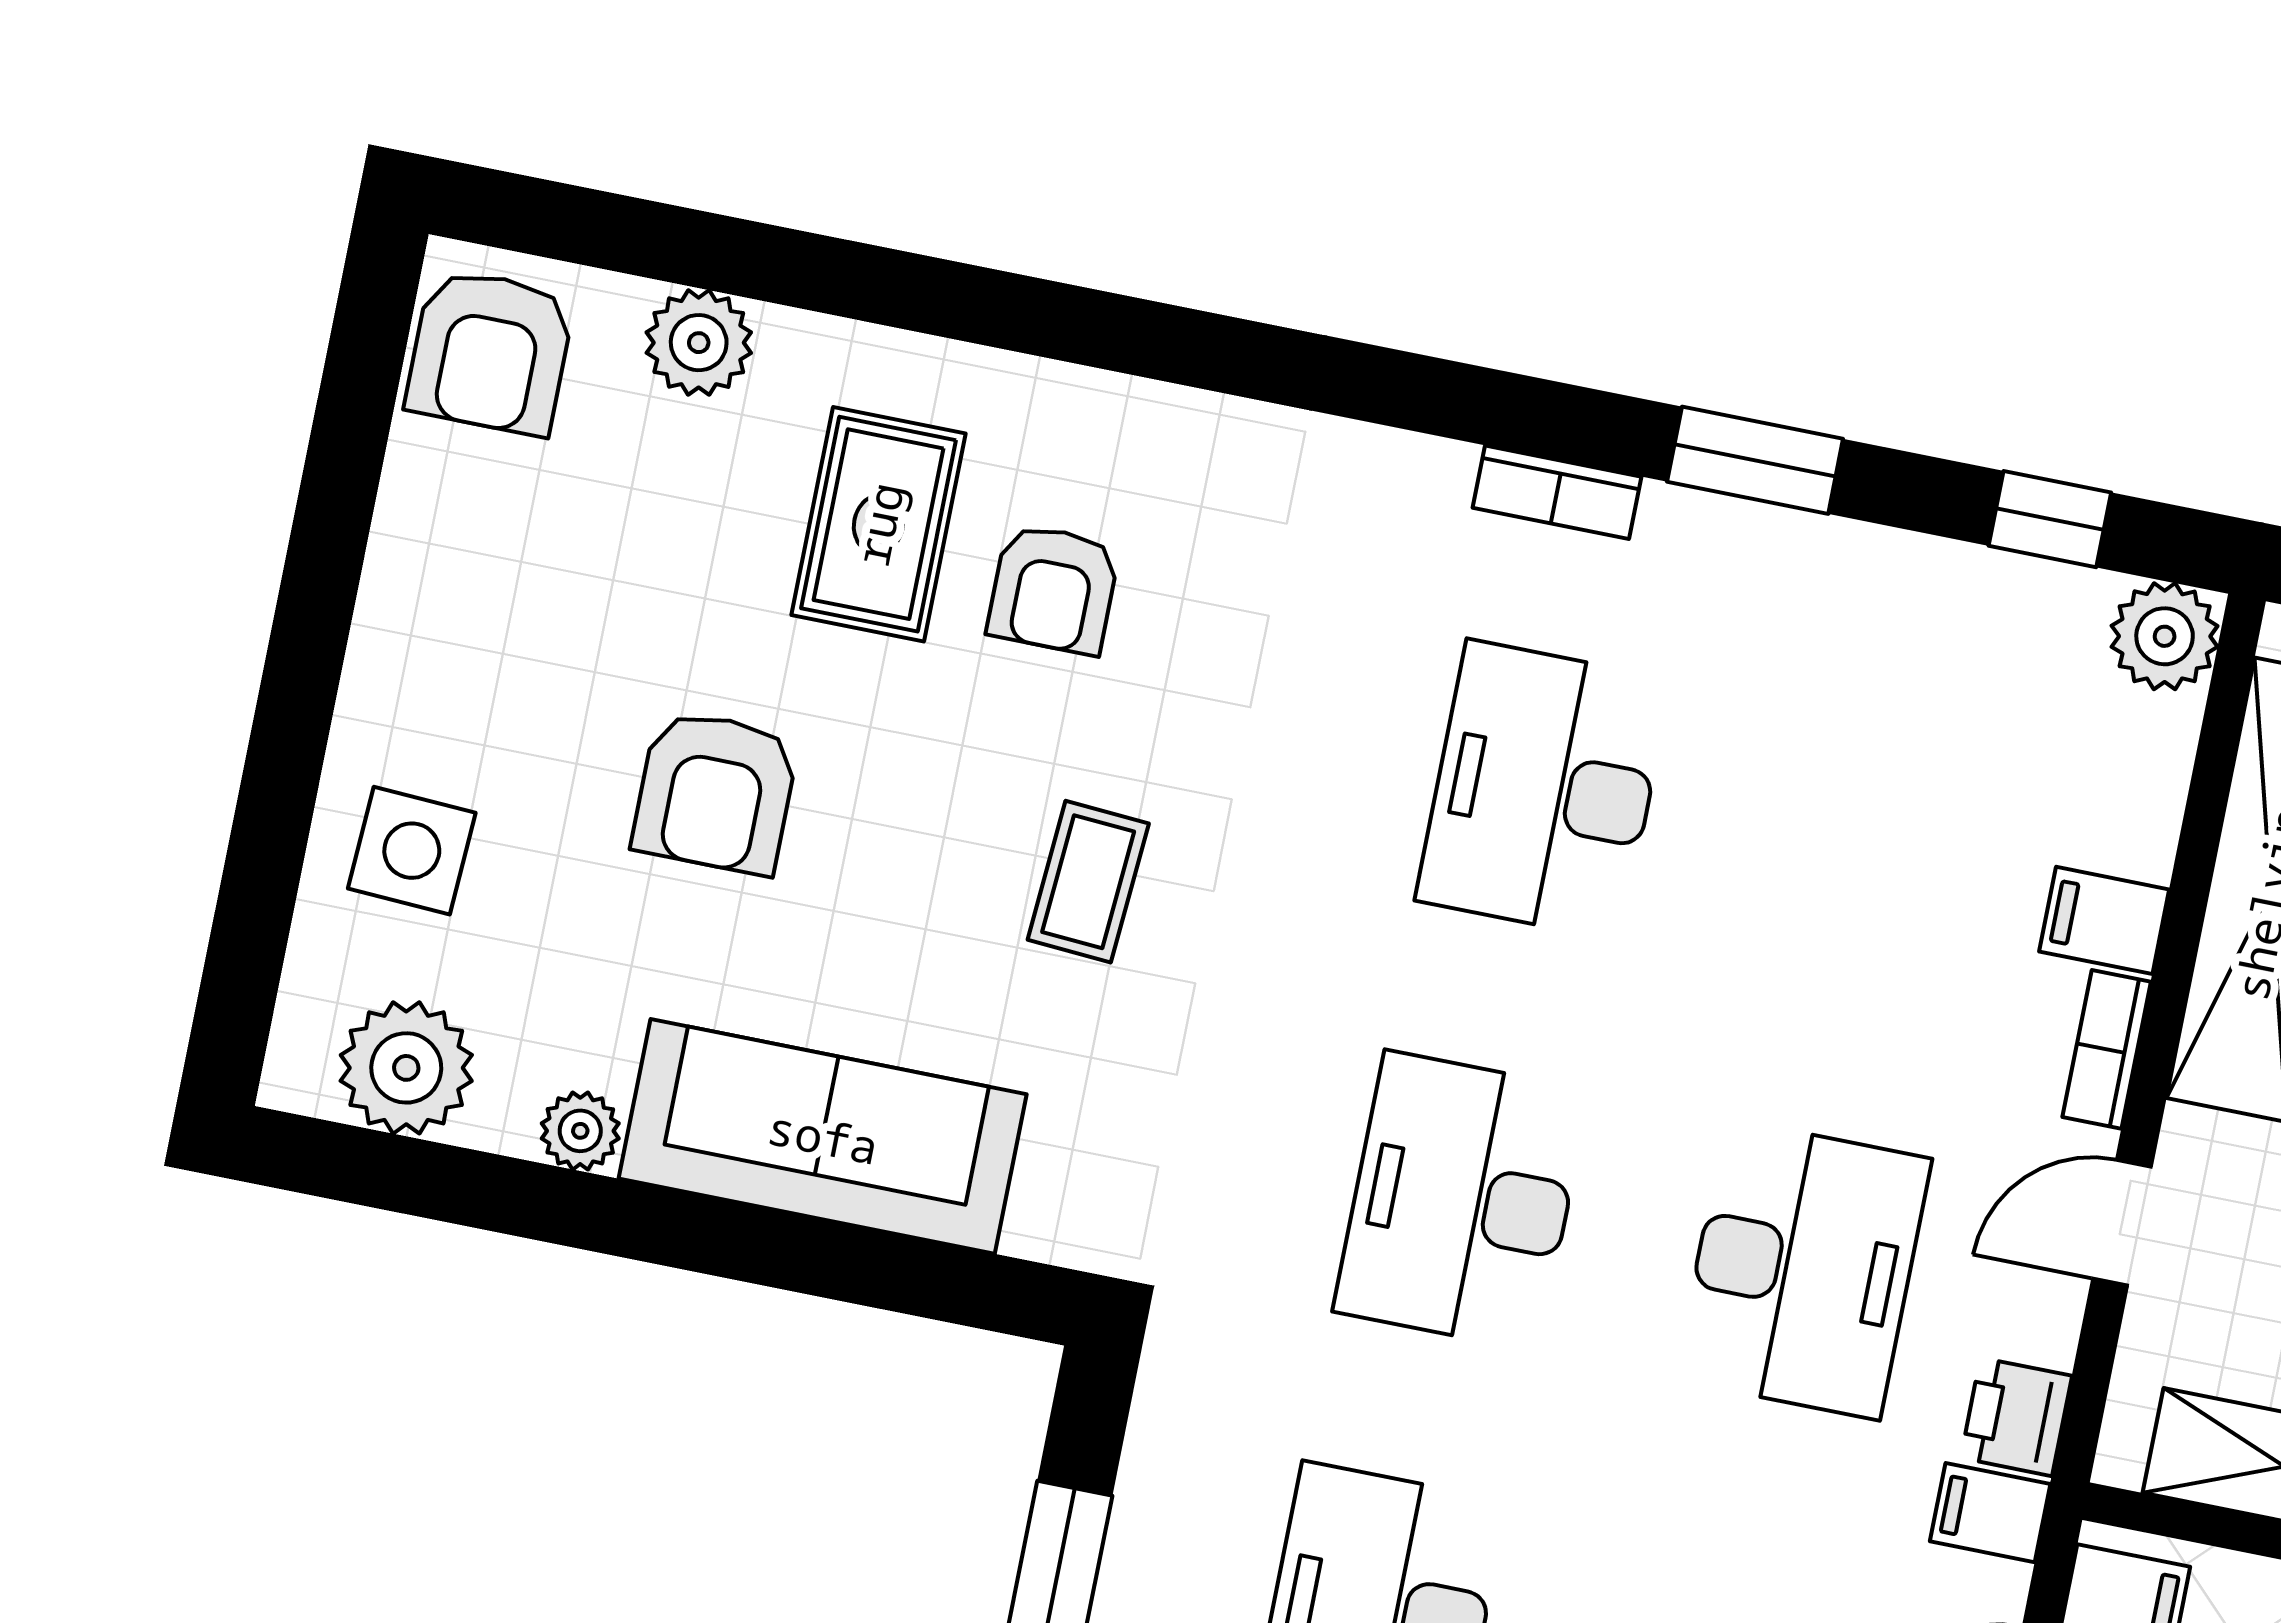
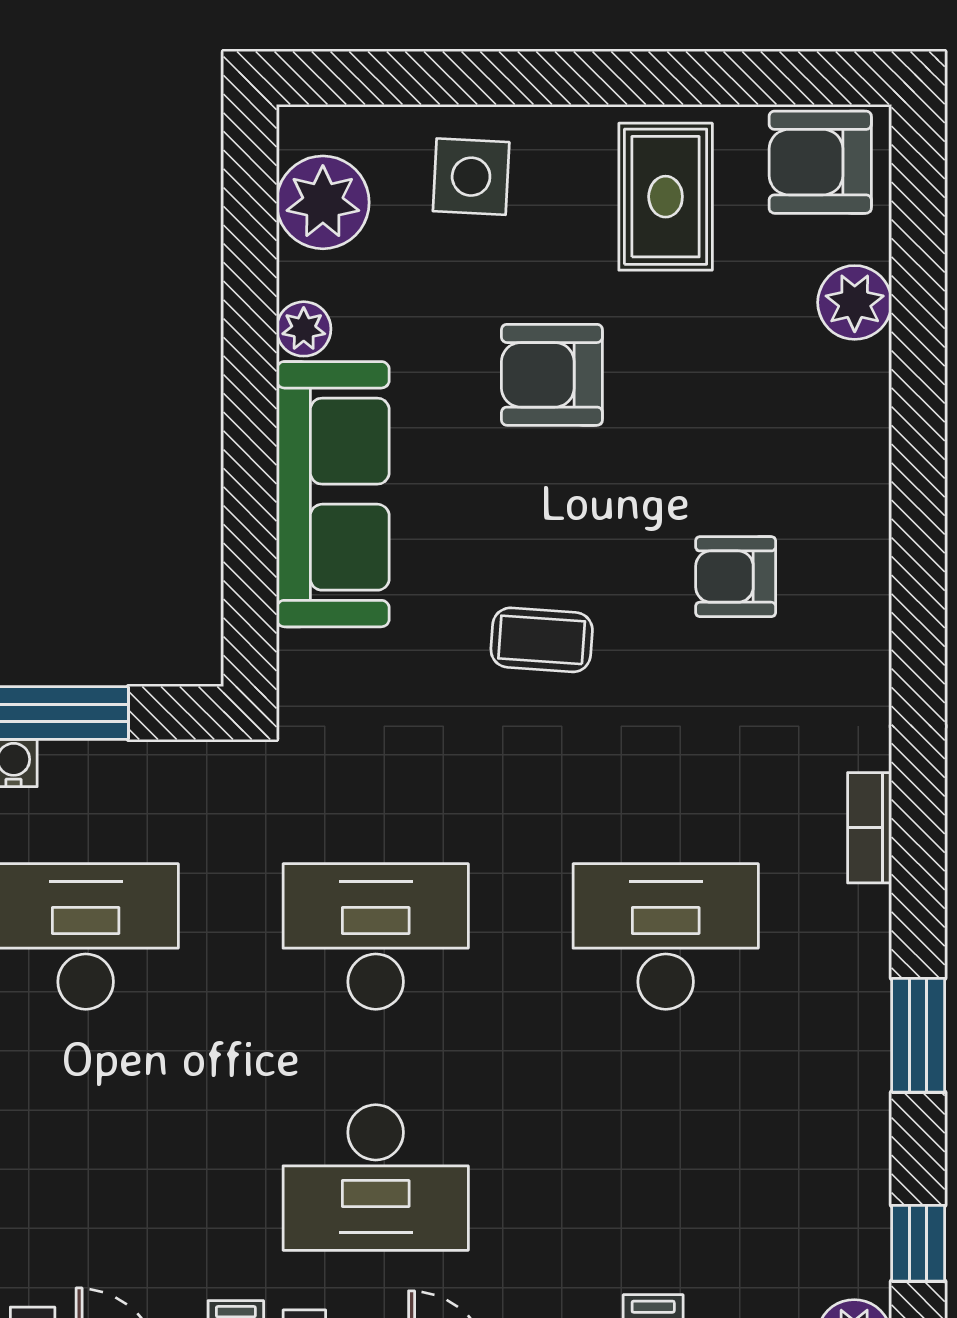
bookcase: (1557, 492) -> (870, 828), moved
rug: (878, 524) -> (666, 197), moved, turned 90

